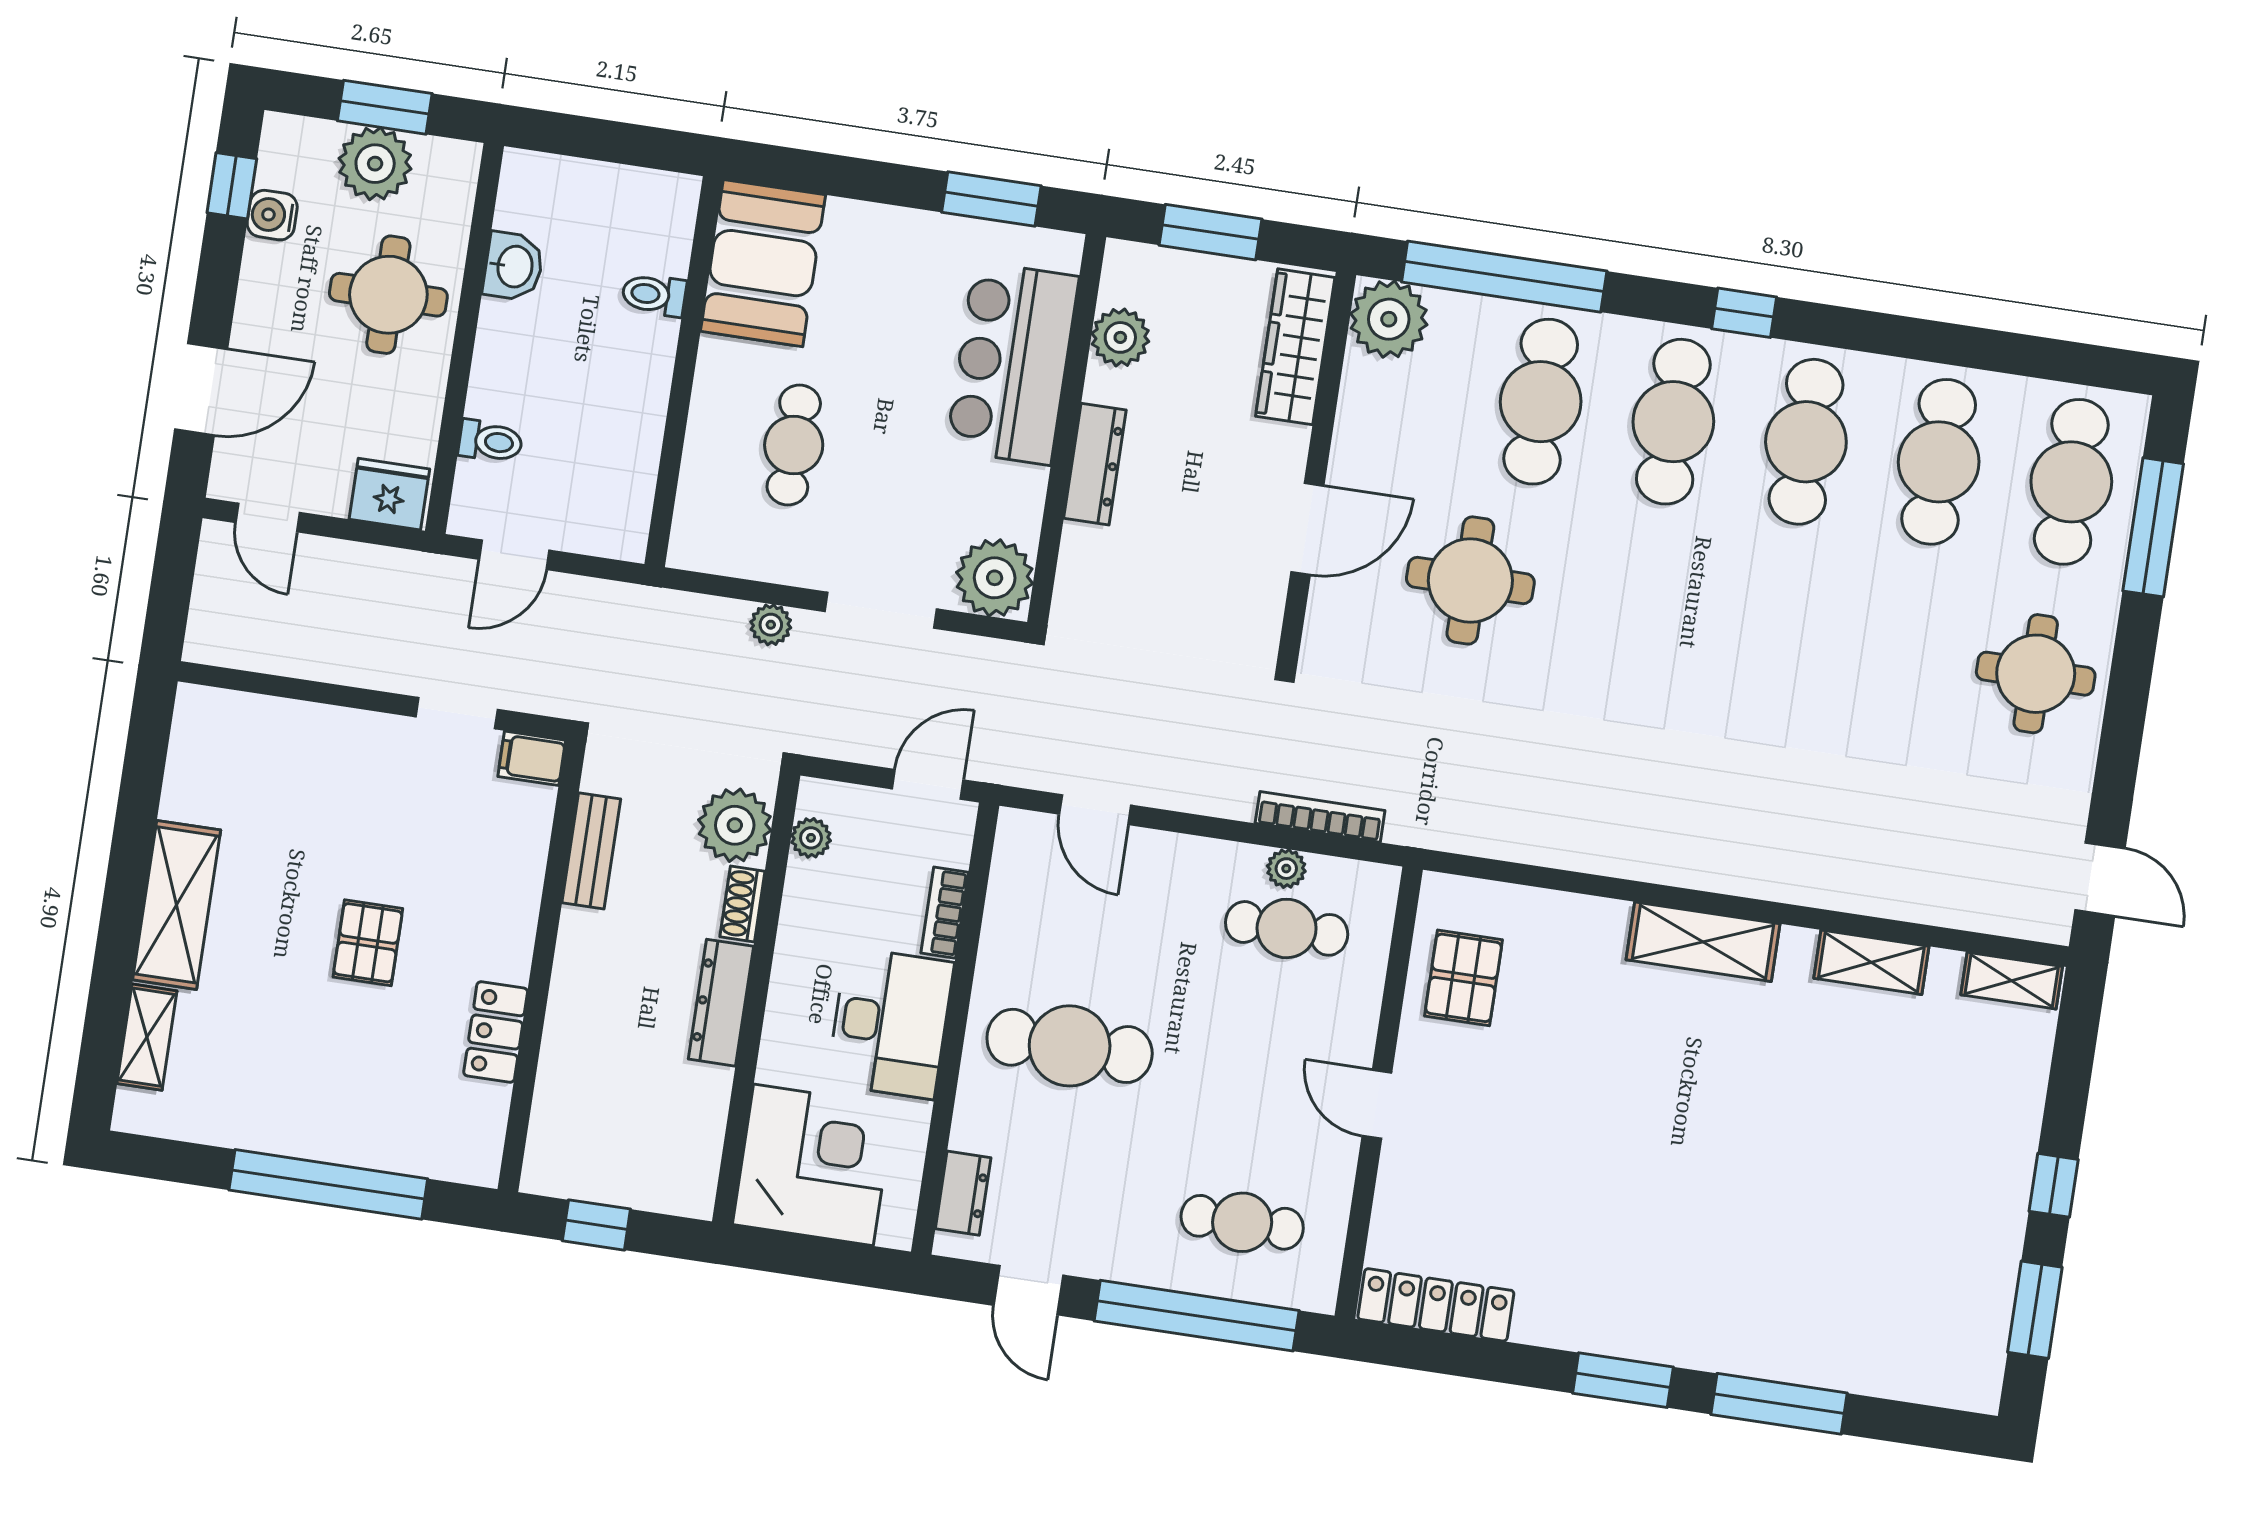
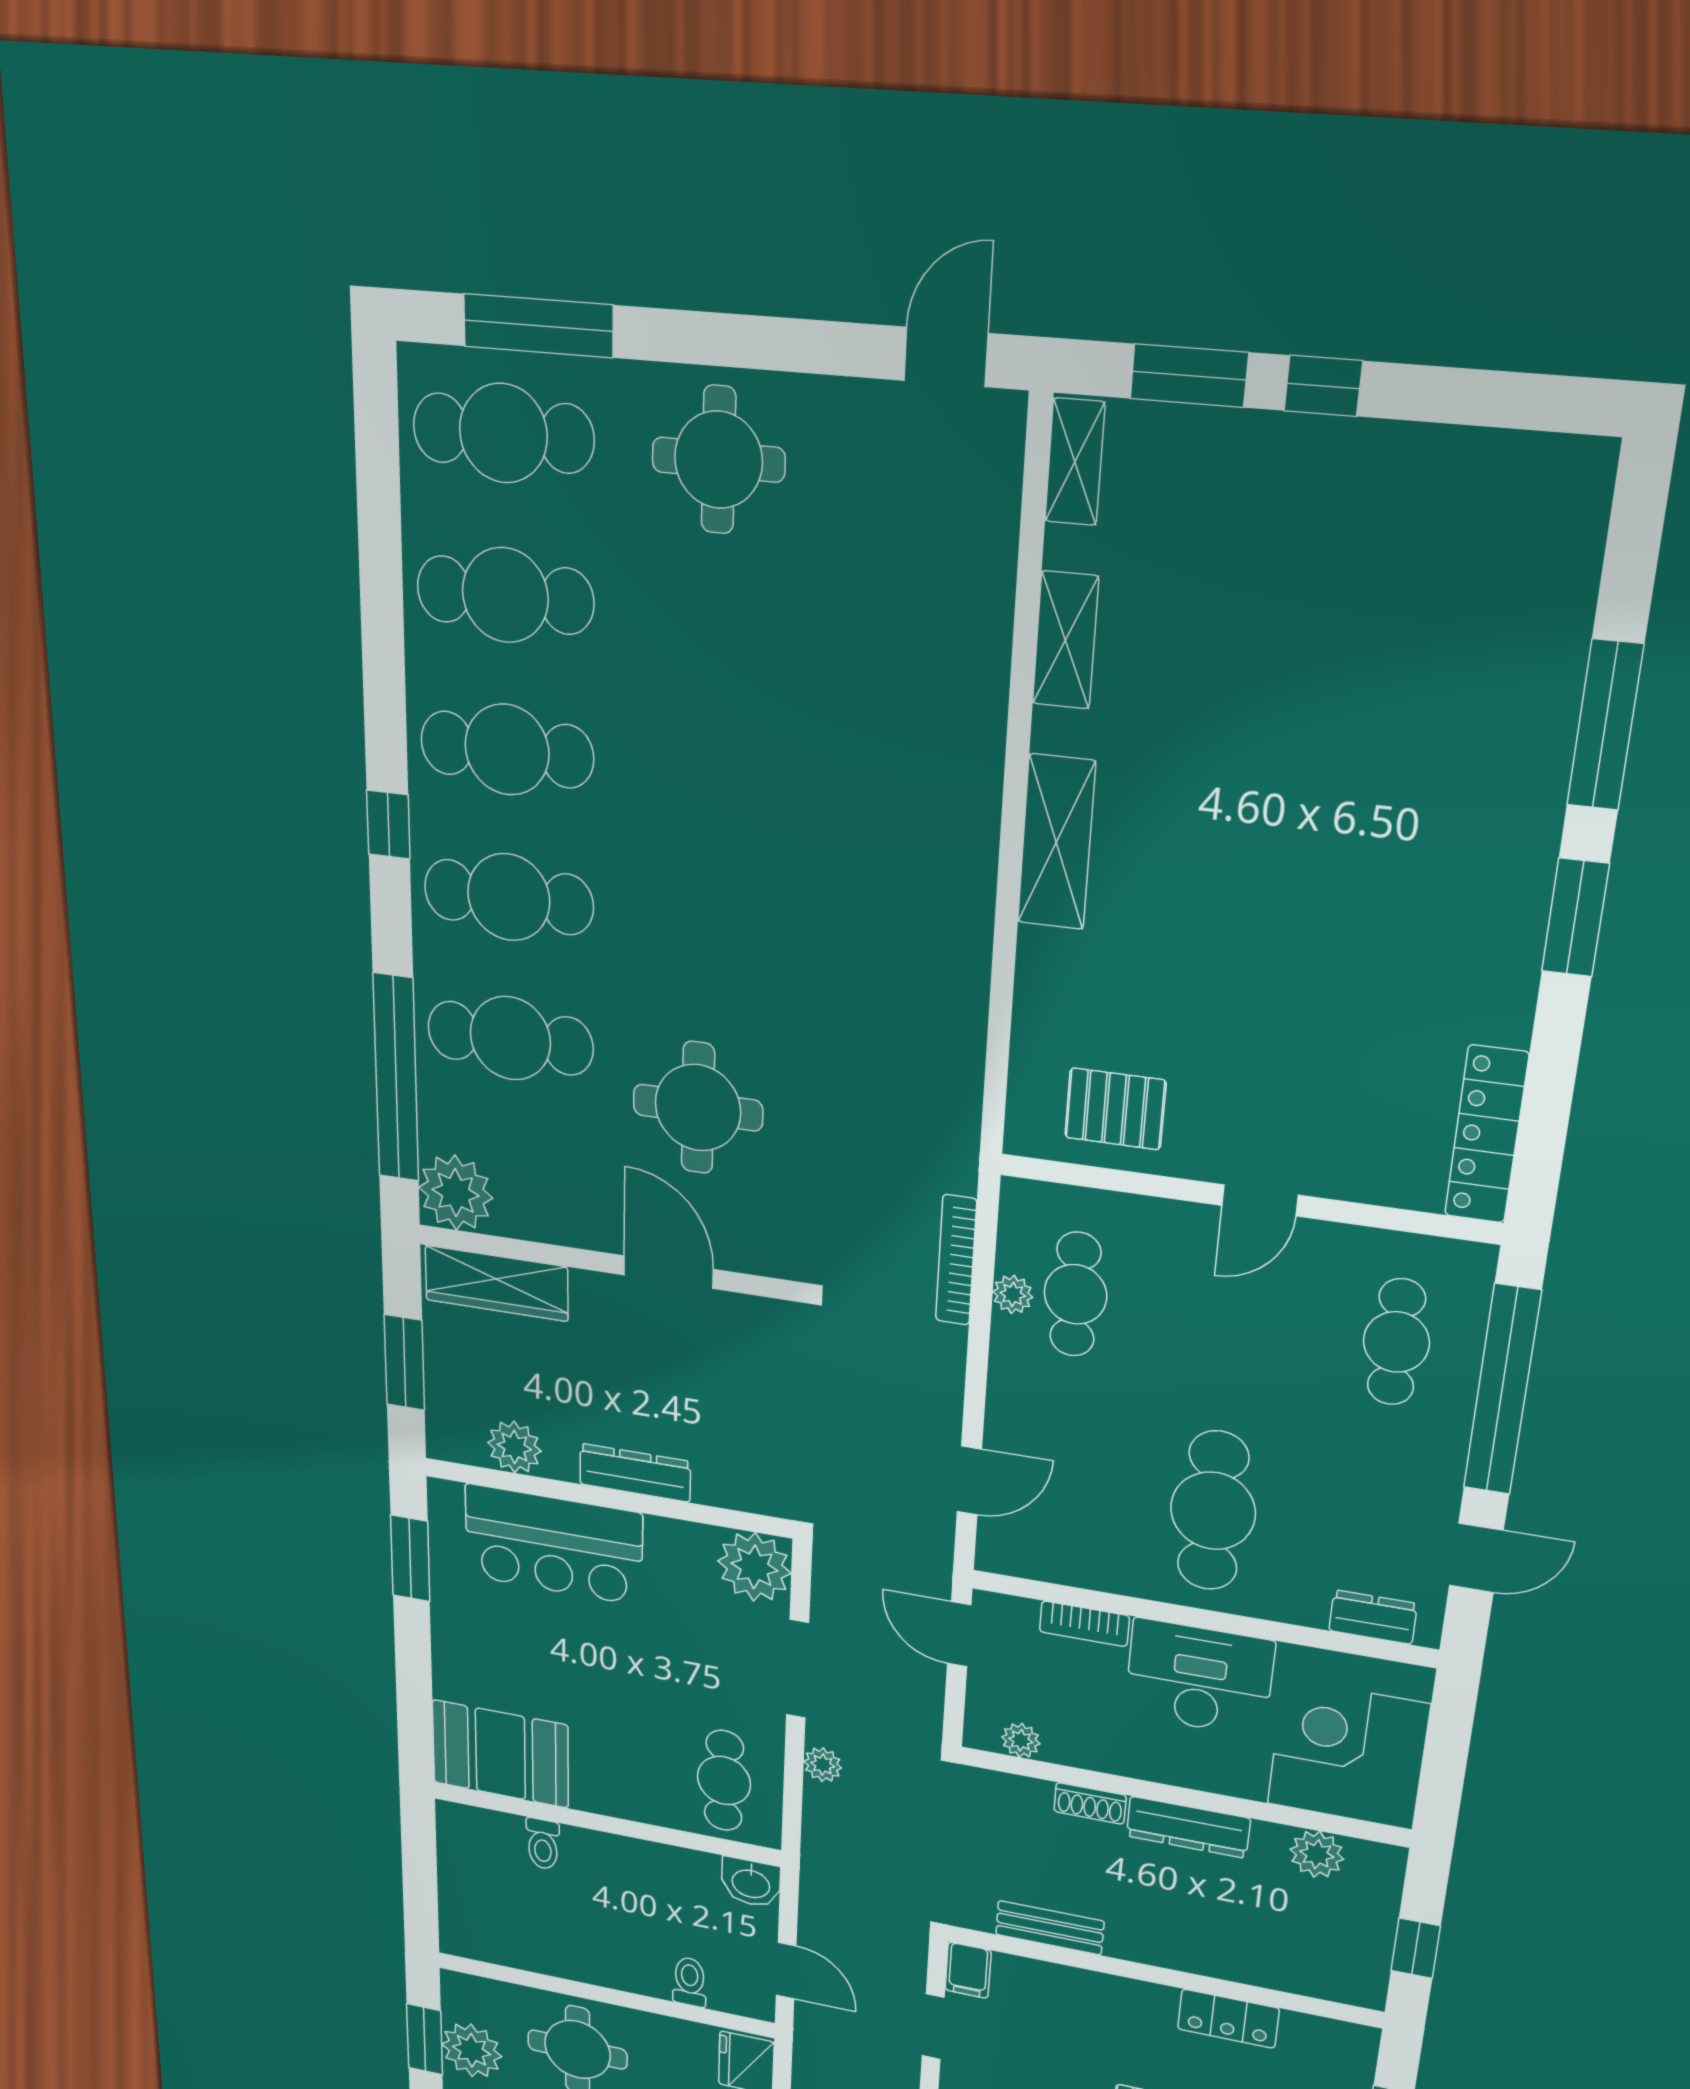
washbasin: (513, 266) -> (751, 1883), moved, turned 180
cafe table: (794, 445) -> (724, 1781), moved, turned 90
plant: (735, 825) -> (1317, 1854), moved, width x0.73, depth x0.73
window: (2035, 1310) -> (1189, 376), moved

